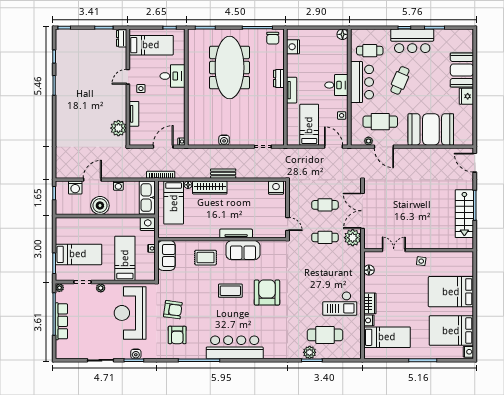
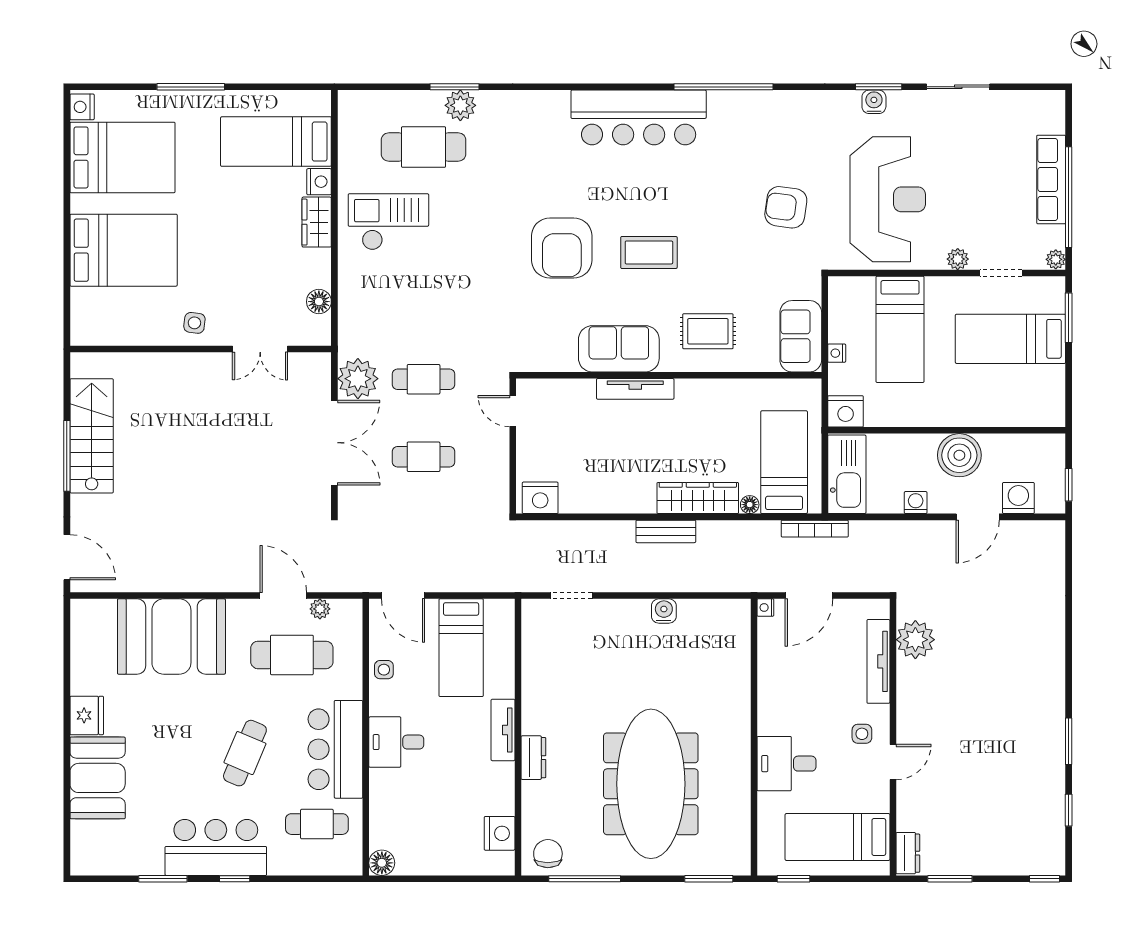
tv unit: (134, 114) -> (878, 661), width x1.41
armchair: (177, 335) -> (775, 147), removed

